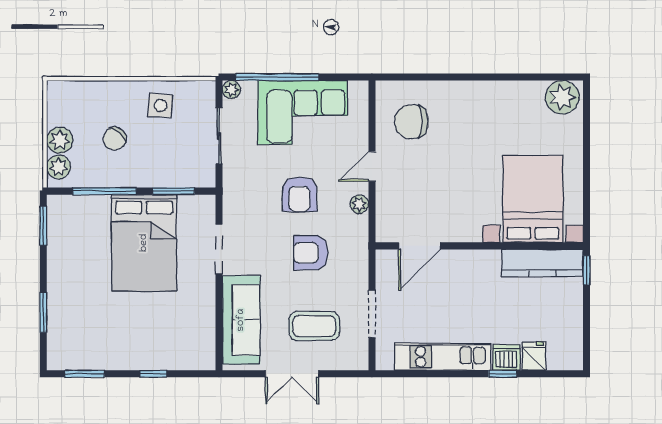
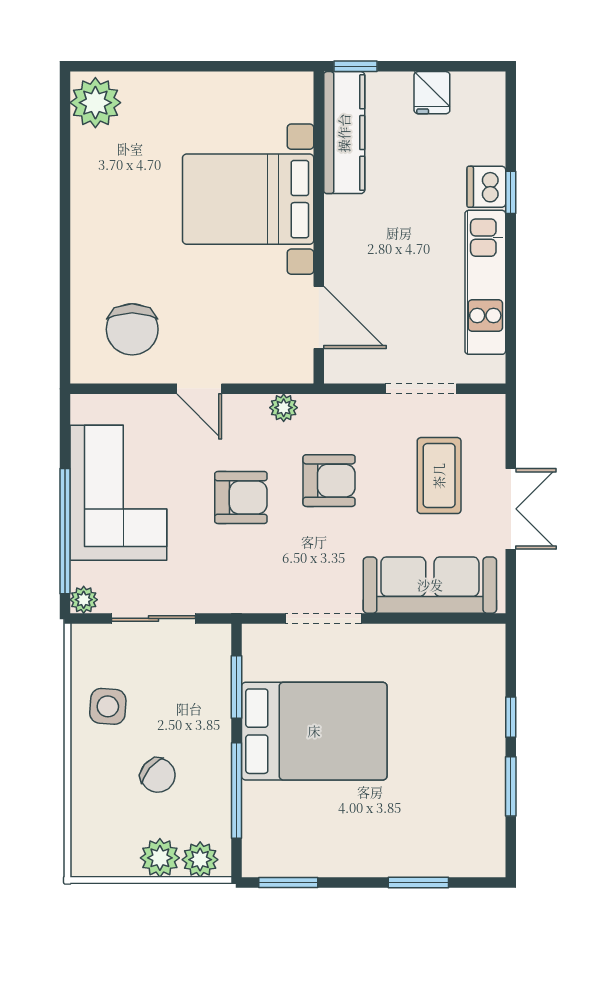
bed with nightstands: (533, 199) -> (248, 199), moved
plant: (359, 204) -> (284, 408), moved
armchair: (311, 253) -> (329, 481), turned -90
fridge: (534, 356) -> (432, 93), moved, turned -90
window: (85, 374) -> (511, 786), moved

